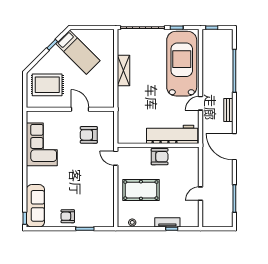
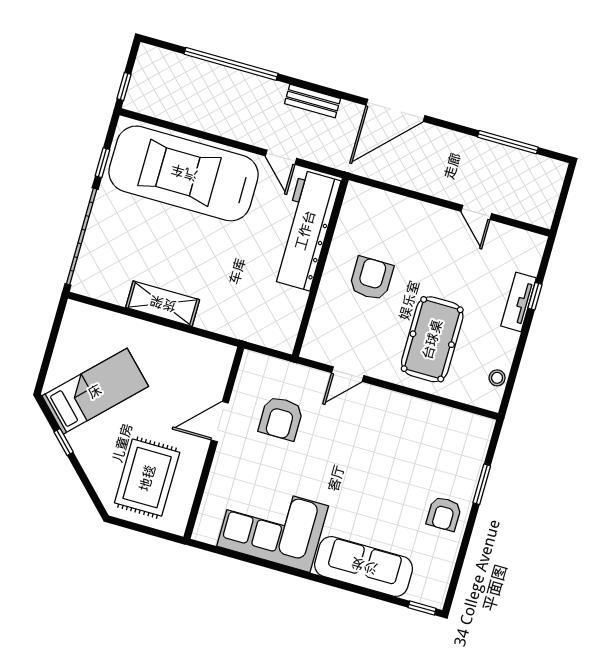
workbench: (172, 134) -> (305, 230), moved
wall: (158, 145) -> (320, 267), moved
sofa: (35, 206) -> (364, 566), moved

